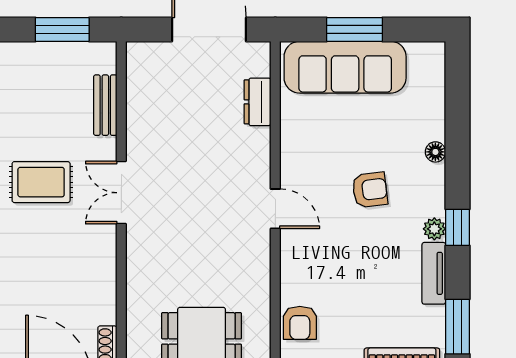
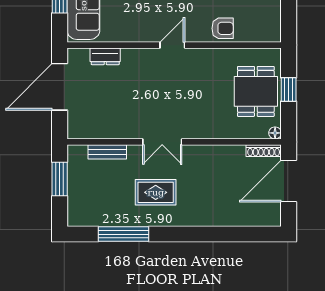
rug: (41, 182) -> (156, 192), turned 90
armchair: (300, 323) -> (223, 28), moved

